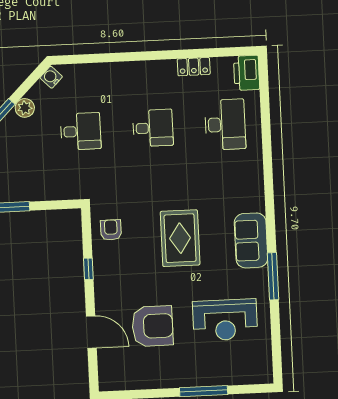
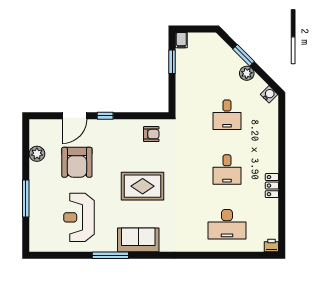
locker: (194, 67) -> (272, 186), moved
printer: (247, 73) -> (271, 245), width x0.53, depth x0.68
window: (88, 269) -> (105, 116), moved
plant: (144, 379) -> (37, 154), added

